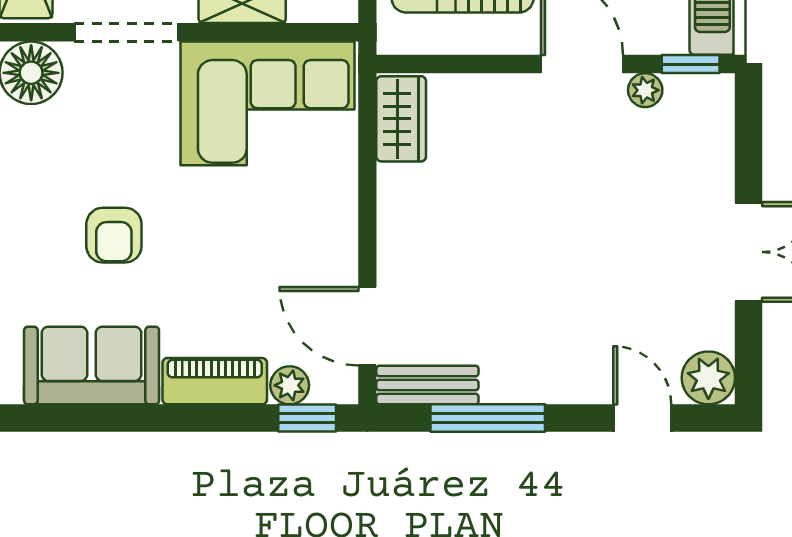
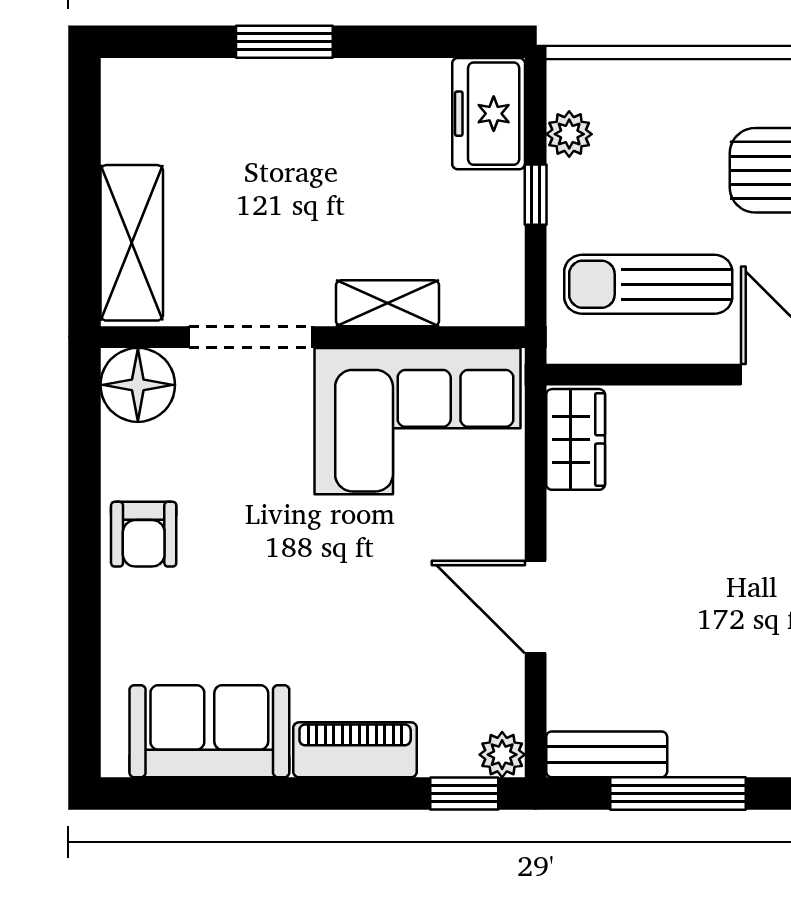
armchair: (114, 235) -> (144, 534), moved
door: (367, 326) -> (536, 607), moved
plant: (290, 385) -> (502, 755), moved

